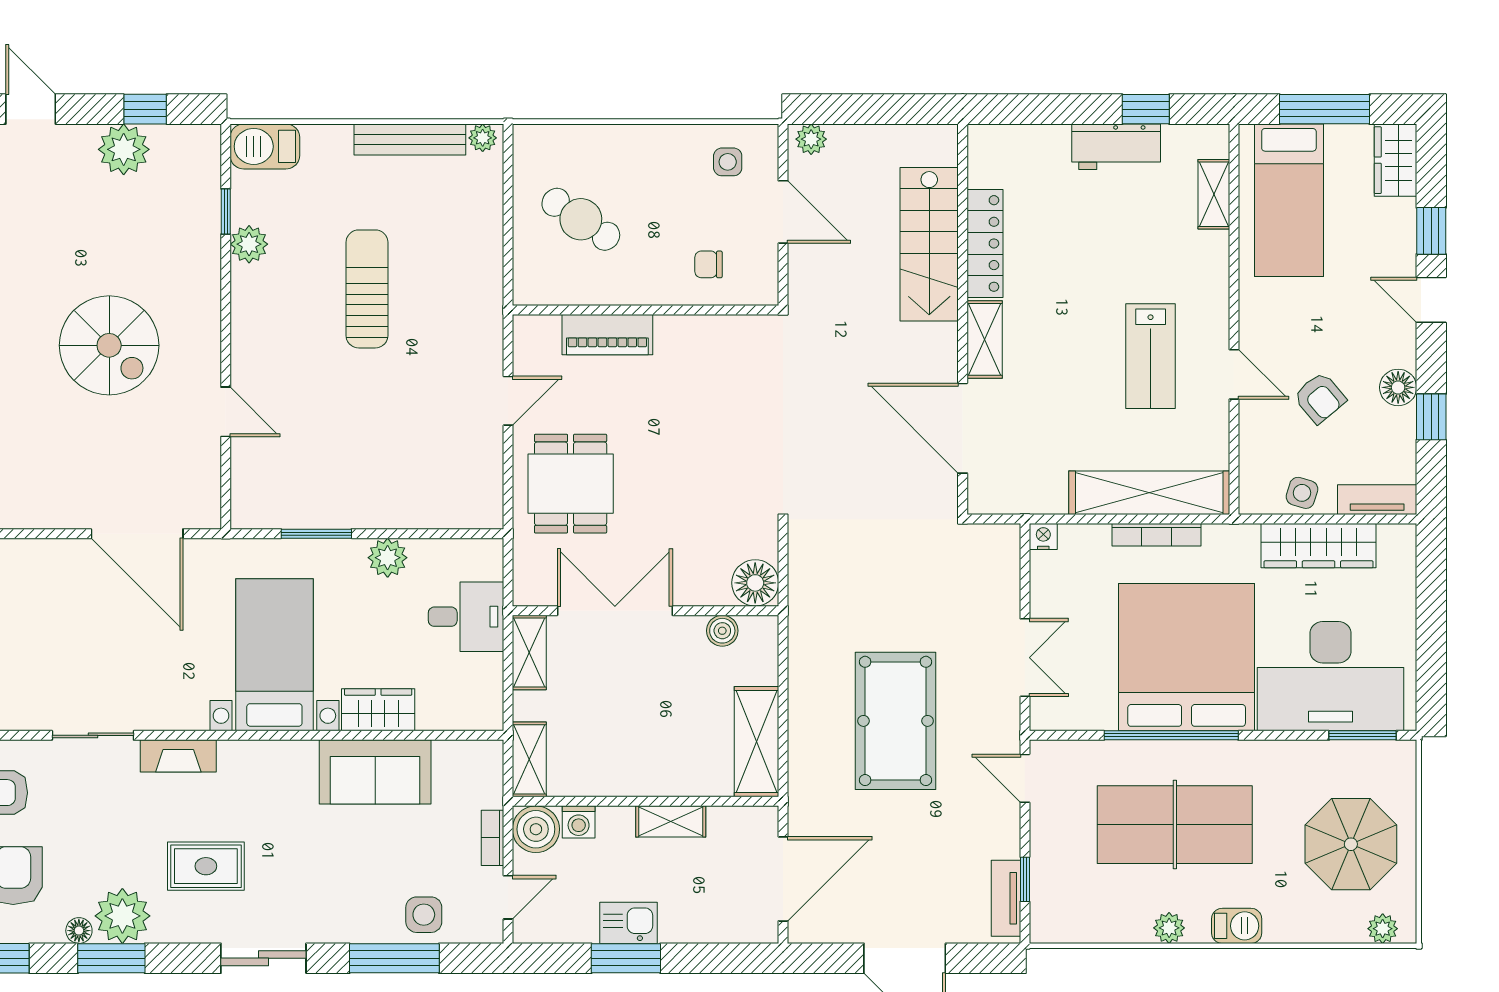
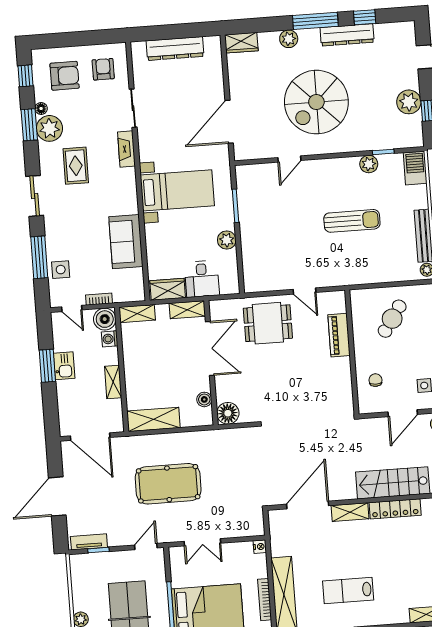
spiral stairs: (109, 345) -> (316, 102), width x1.37, depth x1.37
wardrobe: (378, 710) -> (168, 289), moved, turned -90

